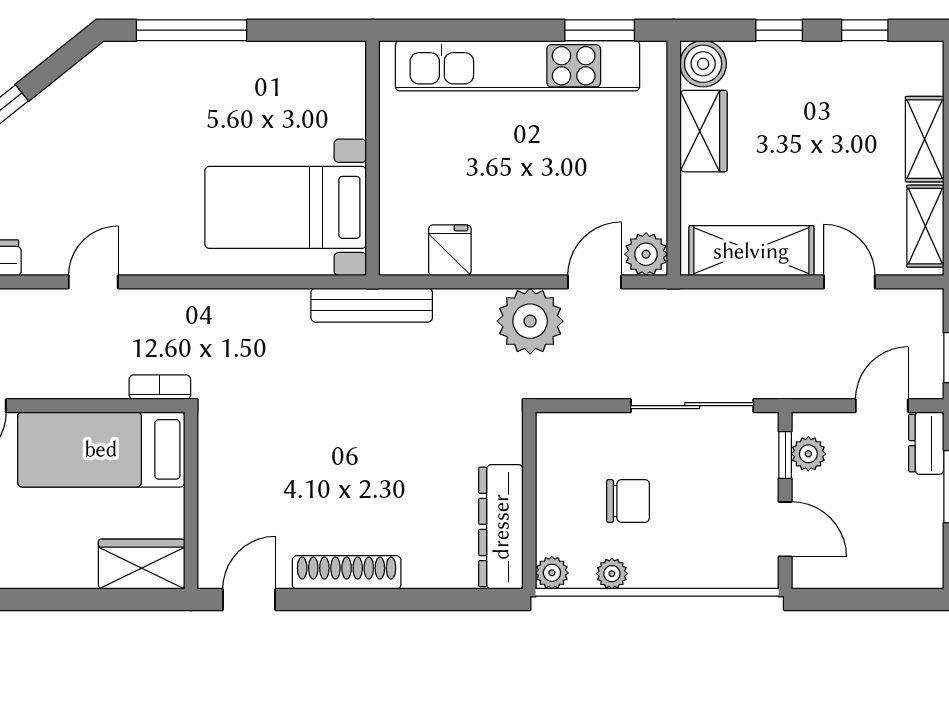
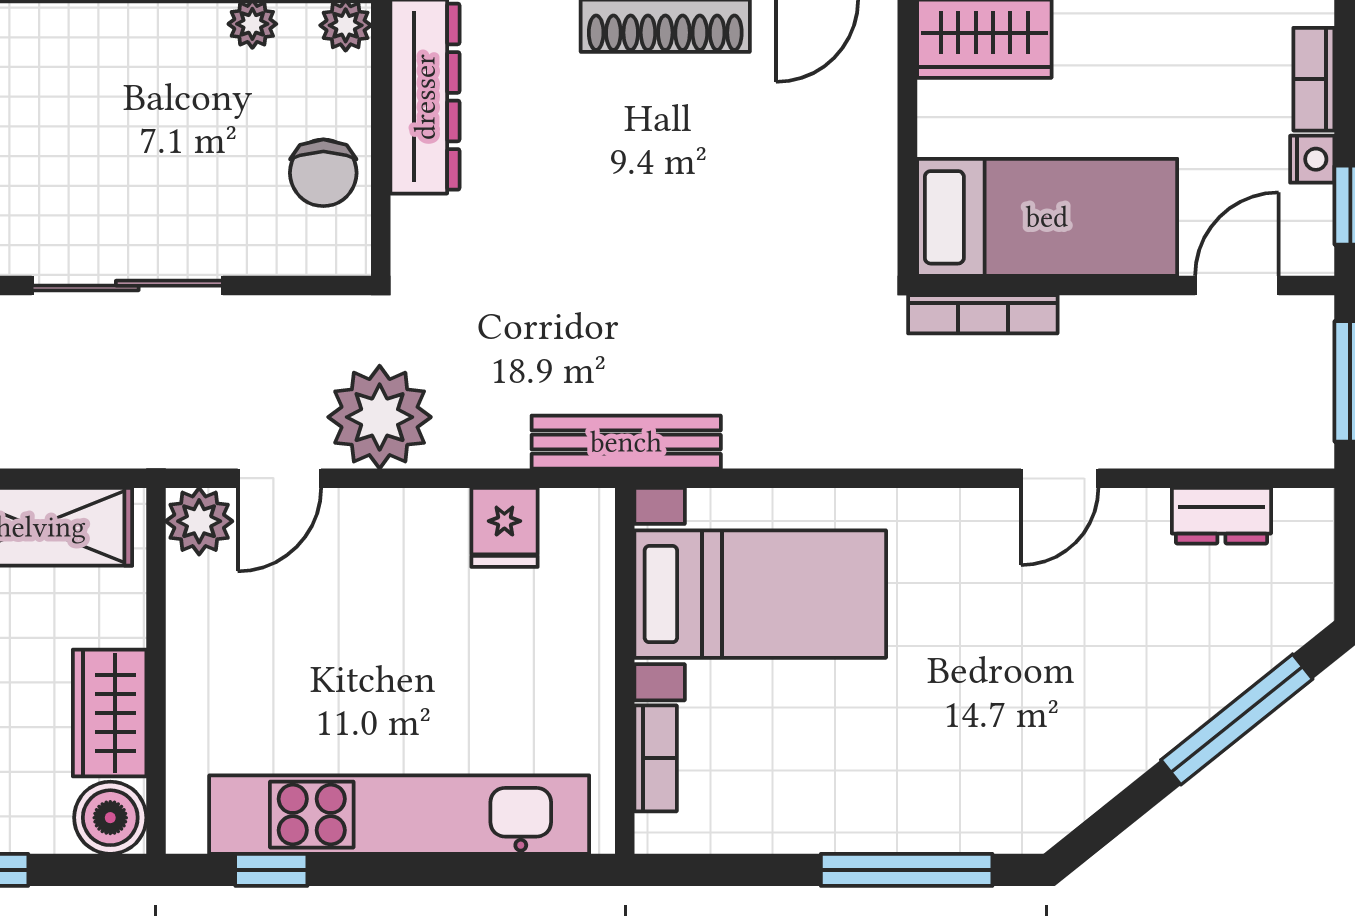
window: (600, 30) -> (271, 870), width x0.67
bookcase: (353, 102) -> (656, 758), added
bookcase: (160, 387) -> (983, 314), width x1.56
chair: (628, 501) -> (323, 173), moved, turned -90

